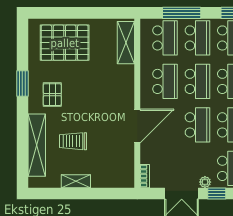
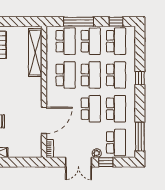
shelving: (126, 43) -> (35, 53), width x1.47
door: (137, 126) -> (44, 120), moved

